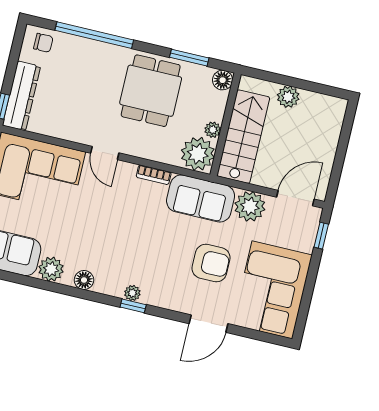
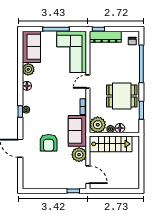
floor lamp: (223, 80) -> (120, 128), moved
plant: (288, 97) -> (134, 160), removed
corner sofa: (272, 290) -> (43, 174), removed

